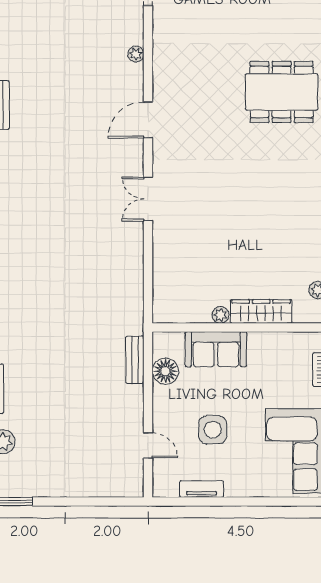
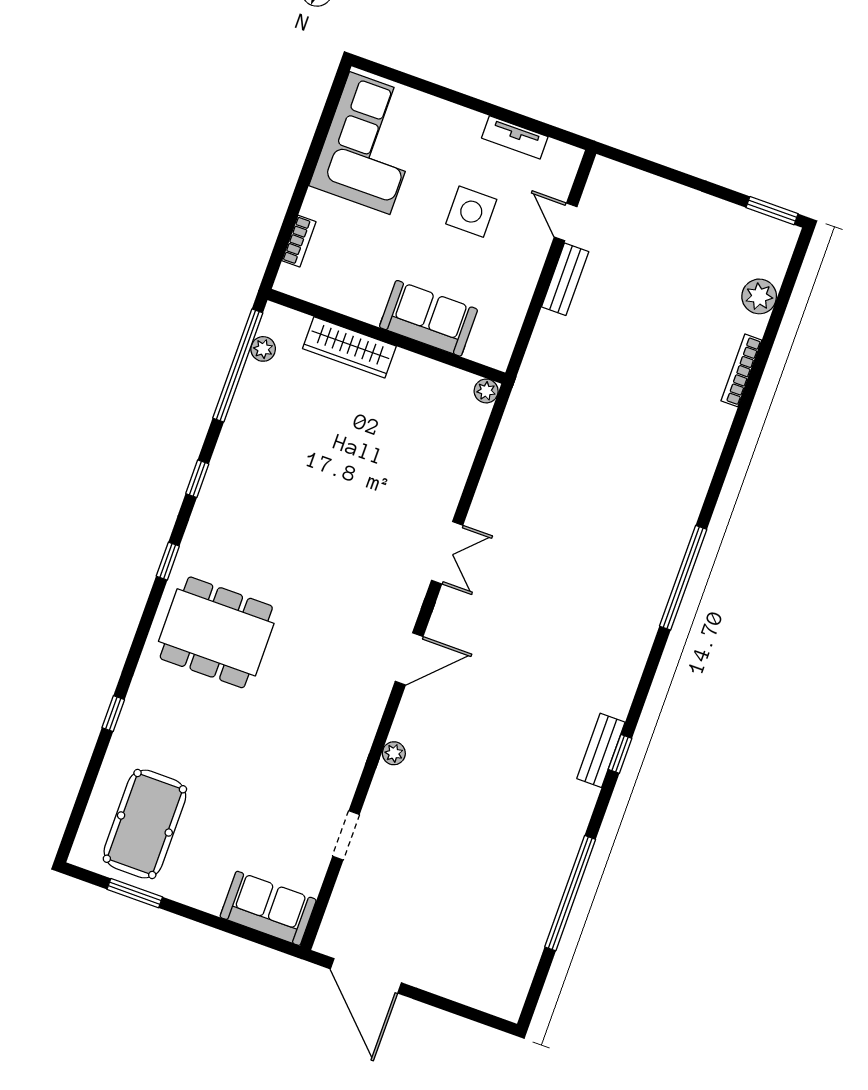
plant: (220, 315) -> (486, 391), moved
bench: (135, 360) -> (565, 279), moved
floor lamp: (165, 371) -> (507, 313), removed

